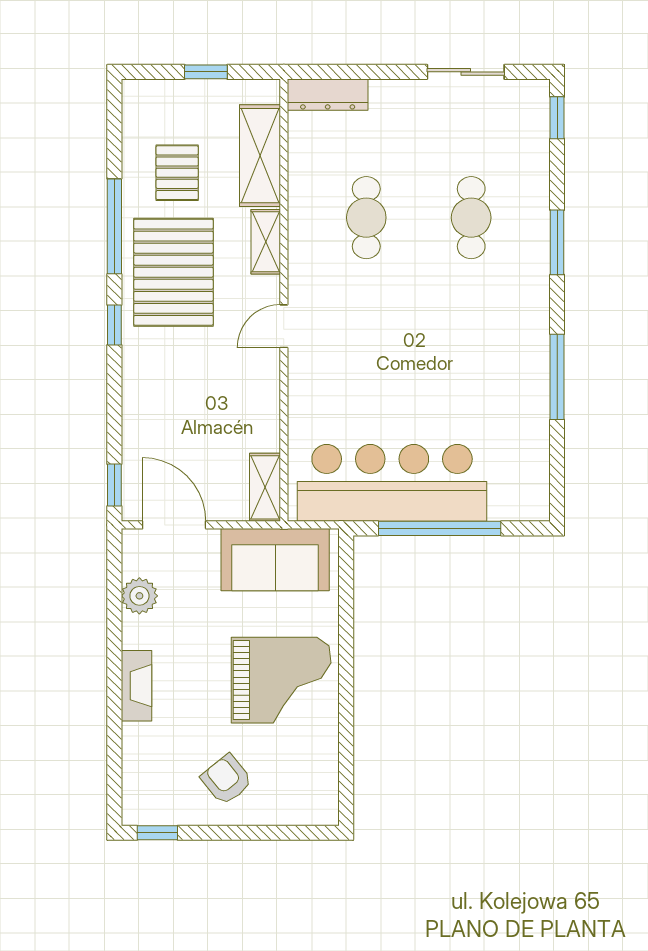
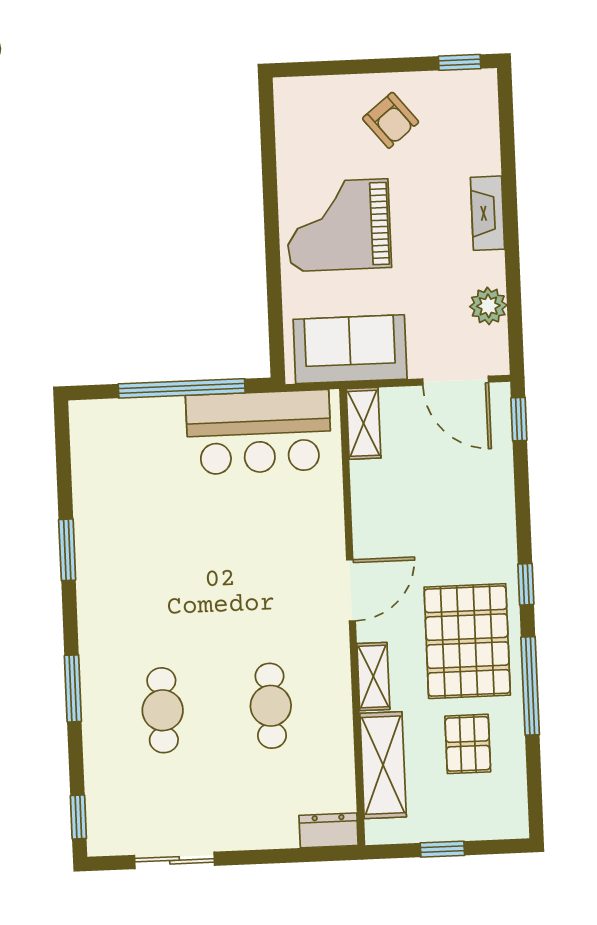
dresser: (328, 95) -> (329, 830), width x0.70
door: (284, 326) -> (351, 590), width x1.38
window: (557, 377) -> (67, 550), width x0.69
bar counter: (392, 483) -> (259, 432), width x0.73

